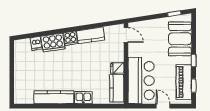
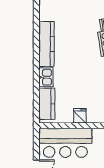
kitchen counter: (117, 88) -> (47, 104), moved, turned 90

